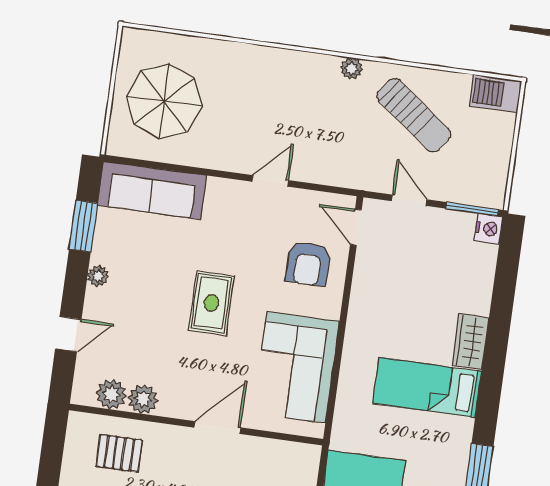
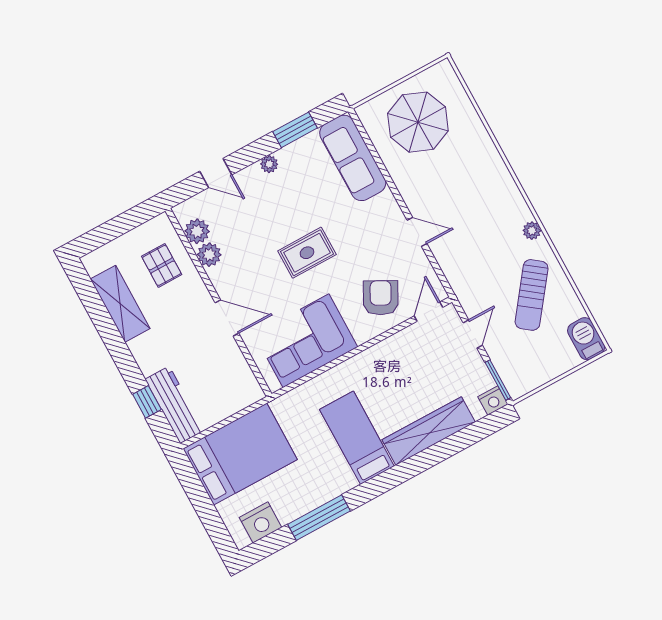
armchair: (308, 264) -> (381, 298), turned 118
wardrobe: (471, 342) -> (429, 431), width x2.10, depth x1.17

